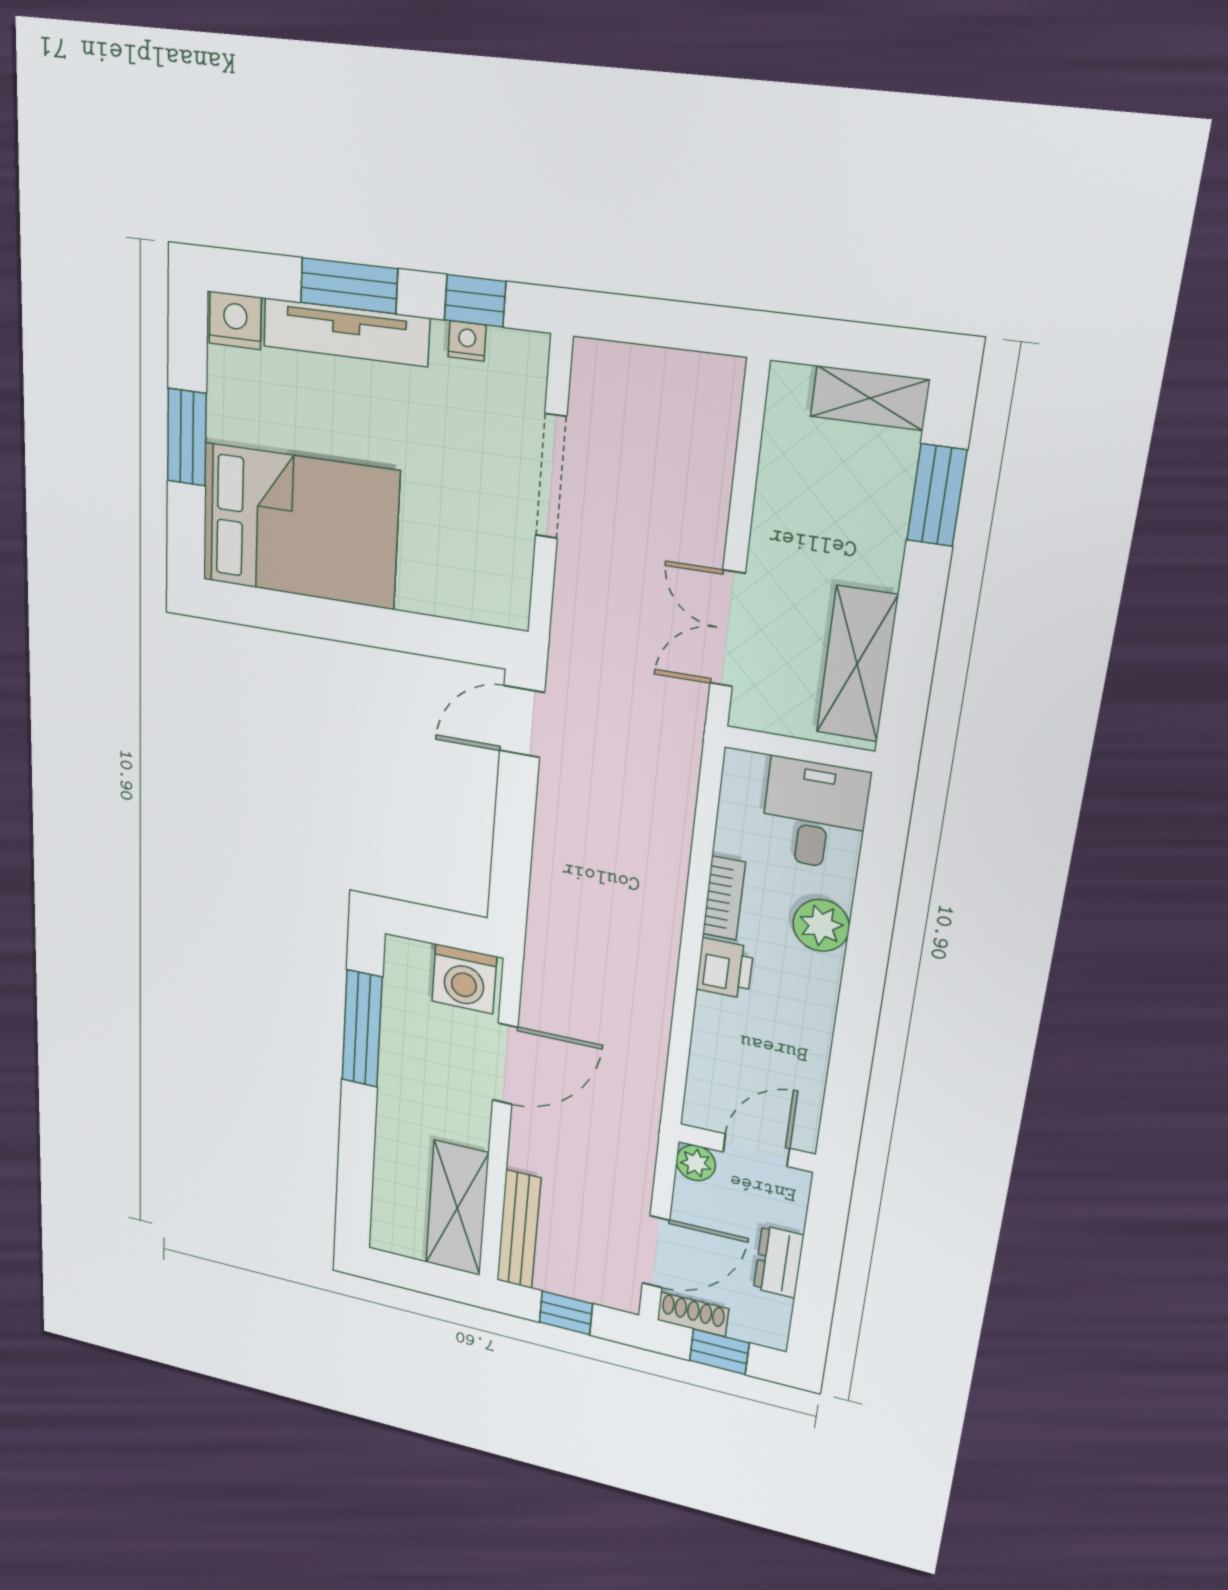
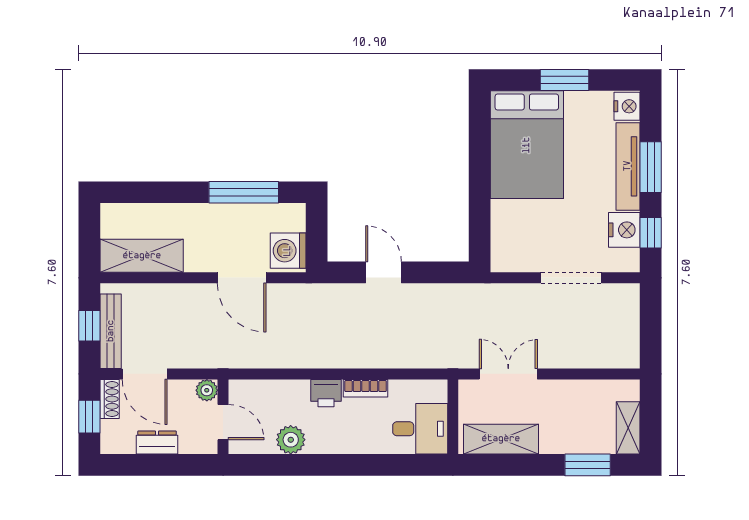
nightstand: (467, 341) -> (624, 230), width x1.89, depth x1.79
door: (522, 722) -> (384, 272), moved
plant: (821, 925) -> (291, 440), moved
bench: (519, 1230) -> (111, 331), moved, turned 90

